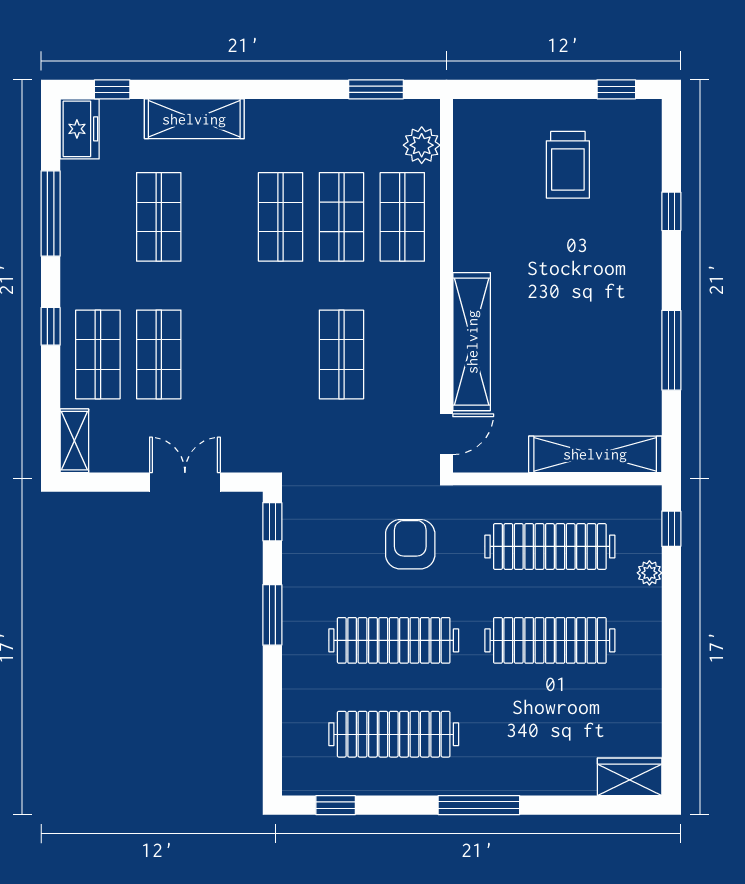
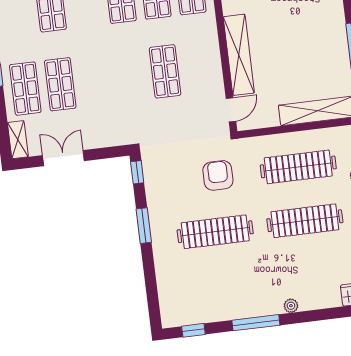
double door: (185, 482) -> (63, 158), moved
clothes rail: (394, 734) -> (222, 286), removed
plant: (508, 783) -> (291, 306), added
window: (479, 805) -> (256, 323), moved

